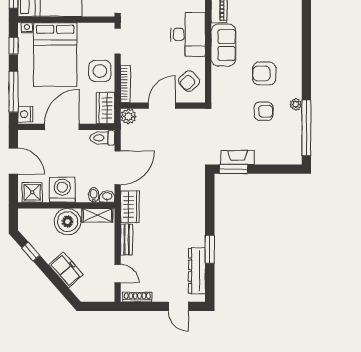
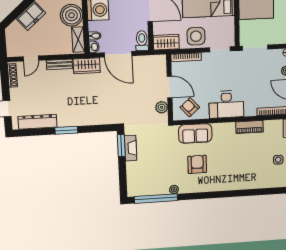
sofa: (223, 45) -> (195, 133), moved
armchair: (263, 111) -> (168, 166), removed
plant: (128, 117) -> (162, 107), moved
window: (210, 249) -> (66, 130), moved

